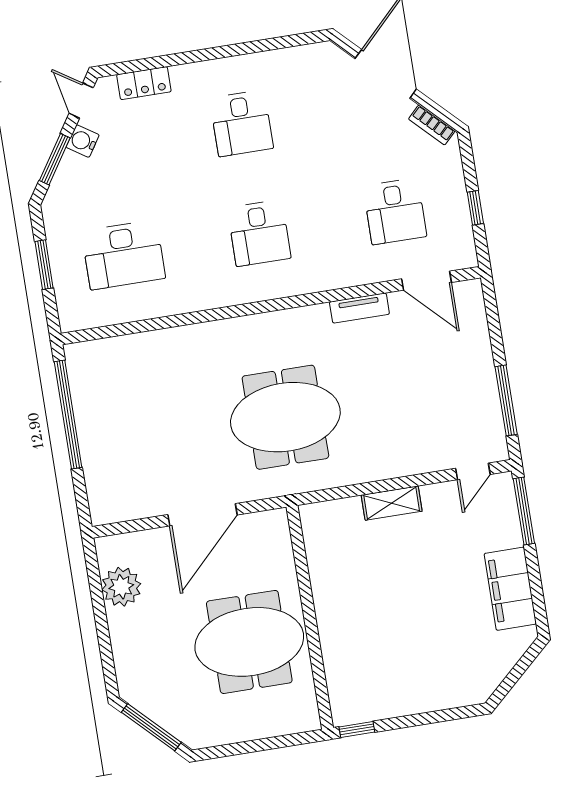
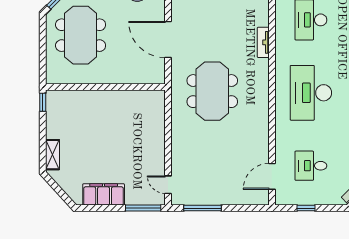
desk: (259, 233) -> (311, 93), width x1.87, depth x1.30
tv unit: (359, 308) -> (263, 42), moved
shelving: (392, 503) -> (52, 155), moved
meeting table: (249, 642) -> (81, 35), moved

